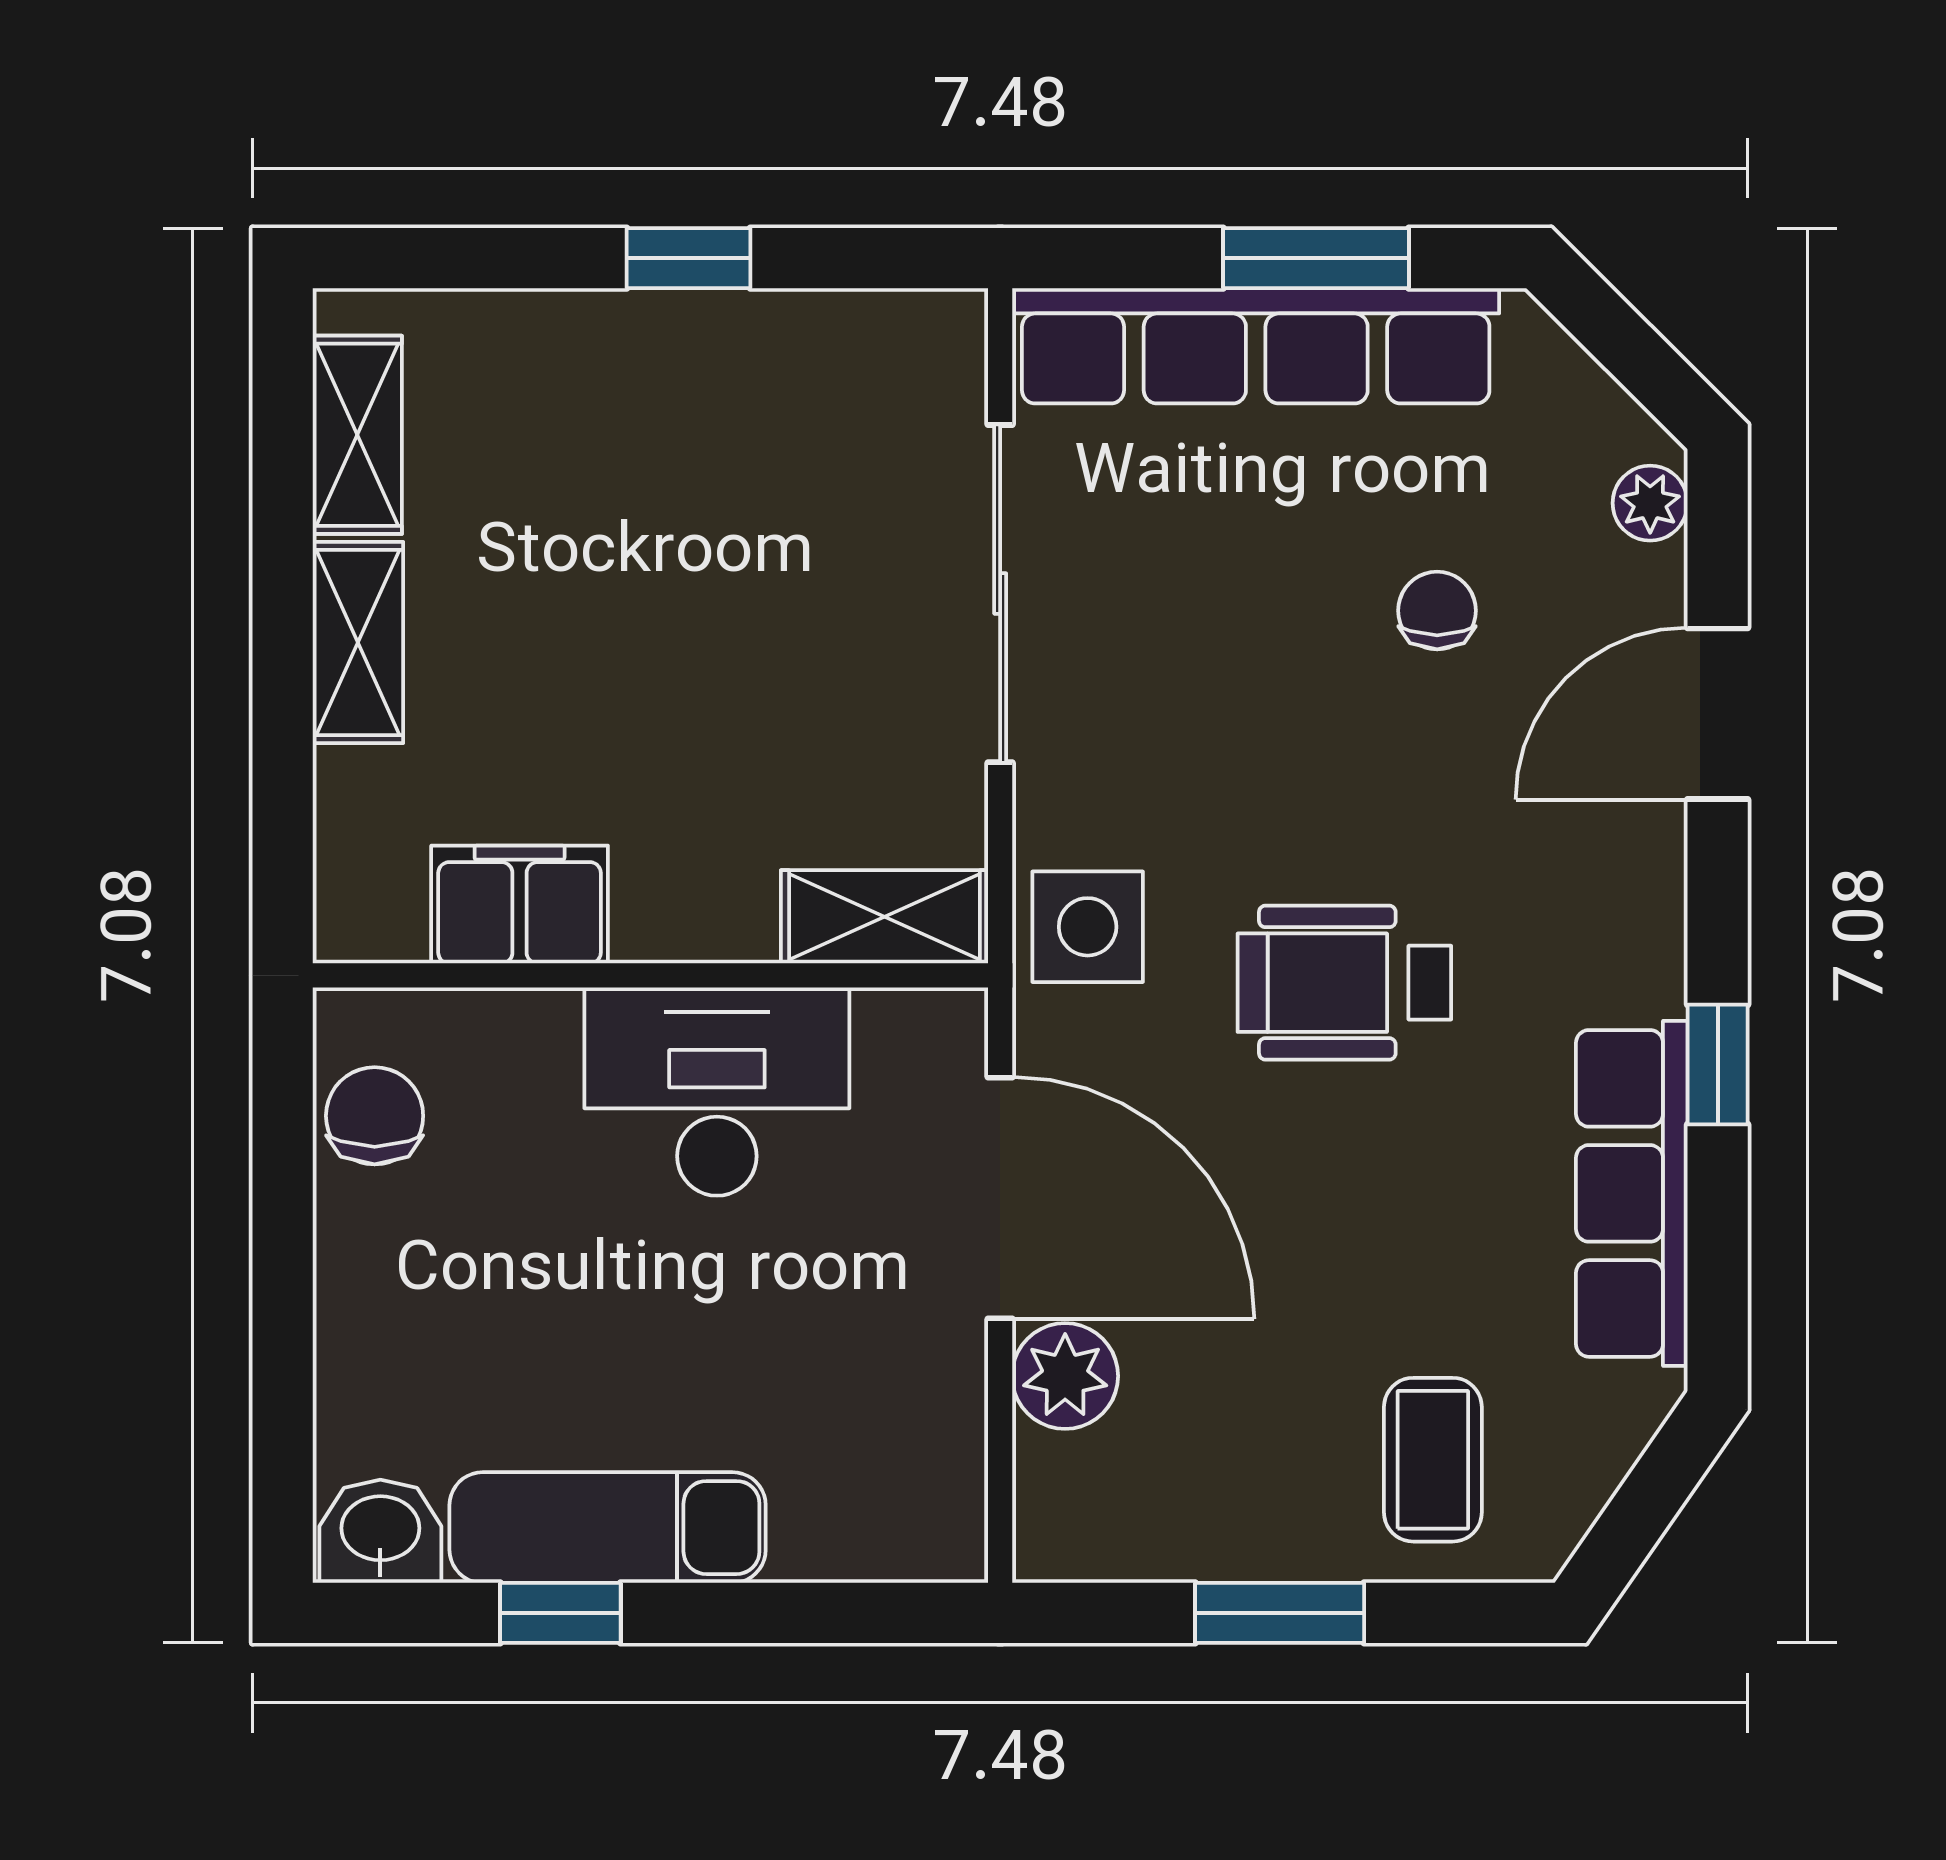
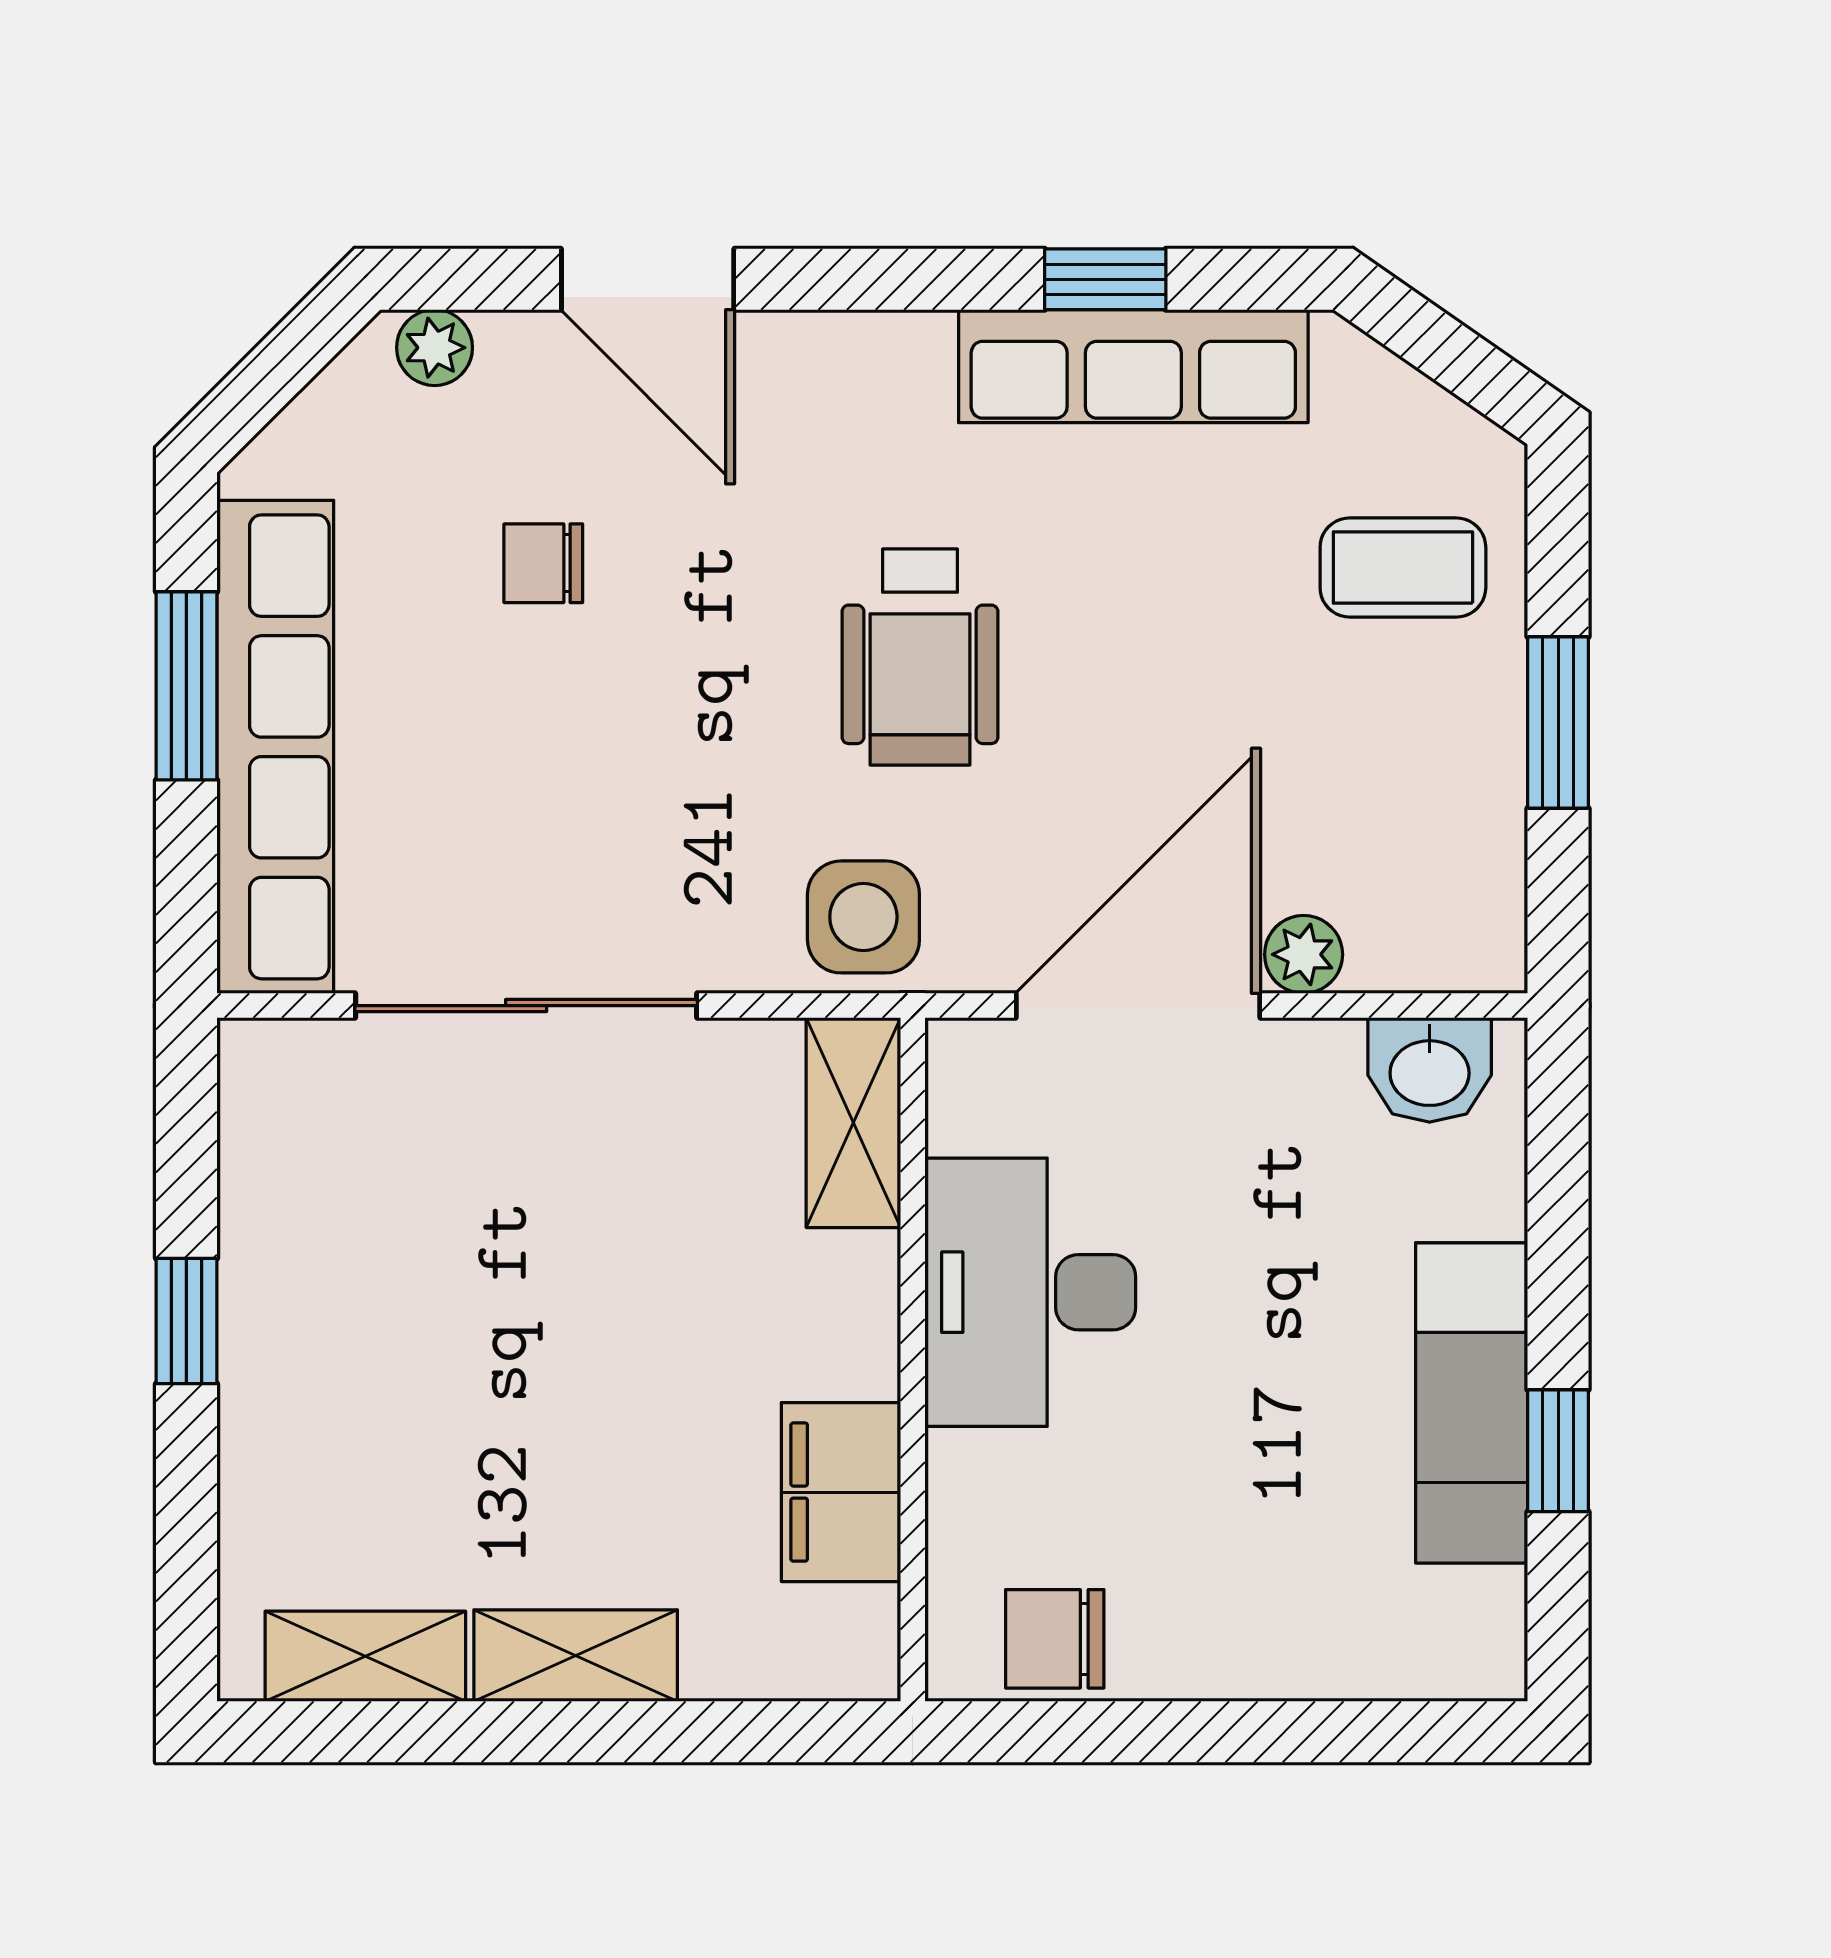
window: (1718, 1065) -> (1105, 279), moved
plant: (1065, 1376) -> (1304, 954), width x0.73, depth x0.73
washbasin: (380, 1531) -> (1430, 1070), moved, turned -90

